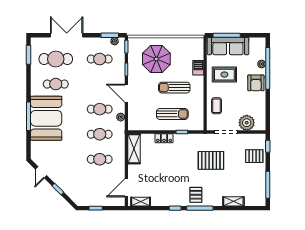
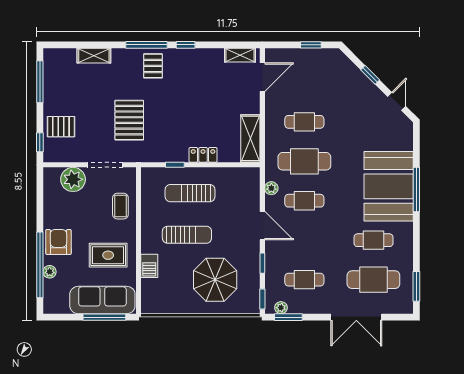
cafe table: (100, 134) -> (304, 161), width x1.37, depth x1.35
pallet: (211, 160) -> (129, 120), turned 90

